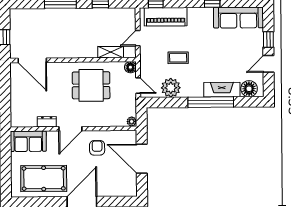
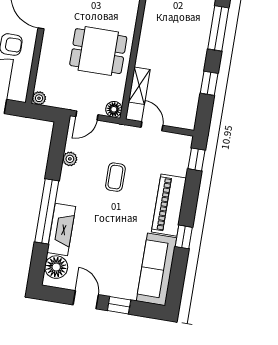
piano: (166, 17) -> (169, 205), moved
dining table: (91, 85) -> (98, 51), turned 90
plant: (171, 88) -> (70, 159), width x0.53, depth x0.53

